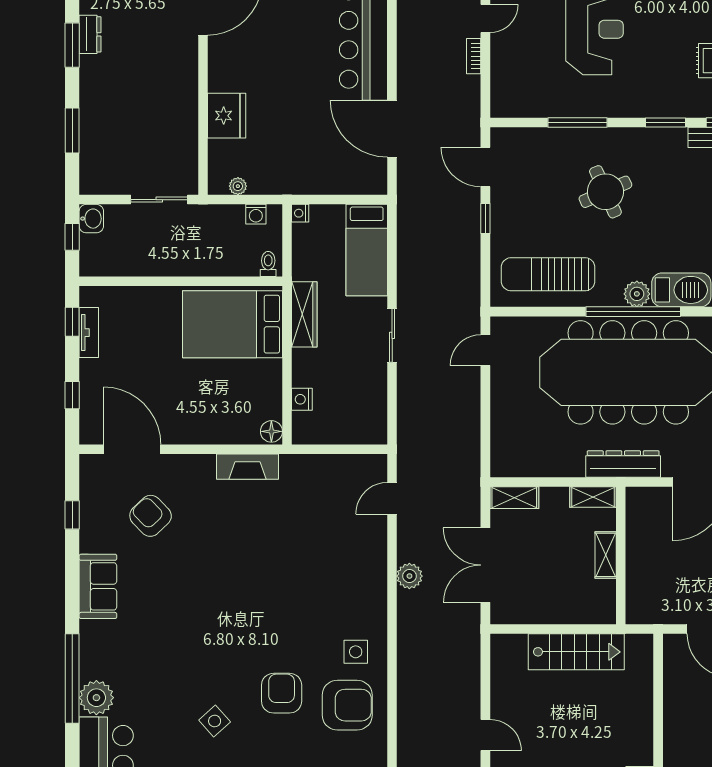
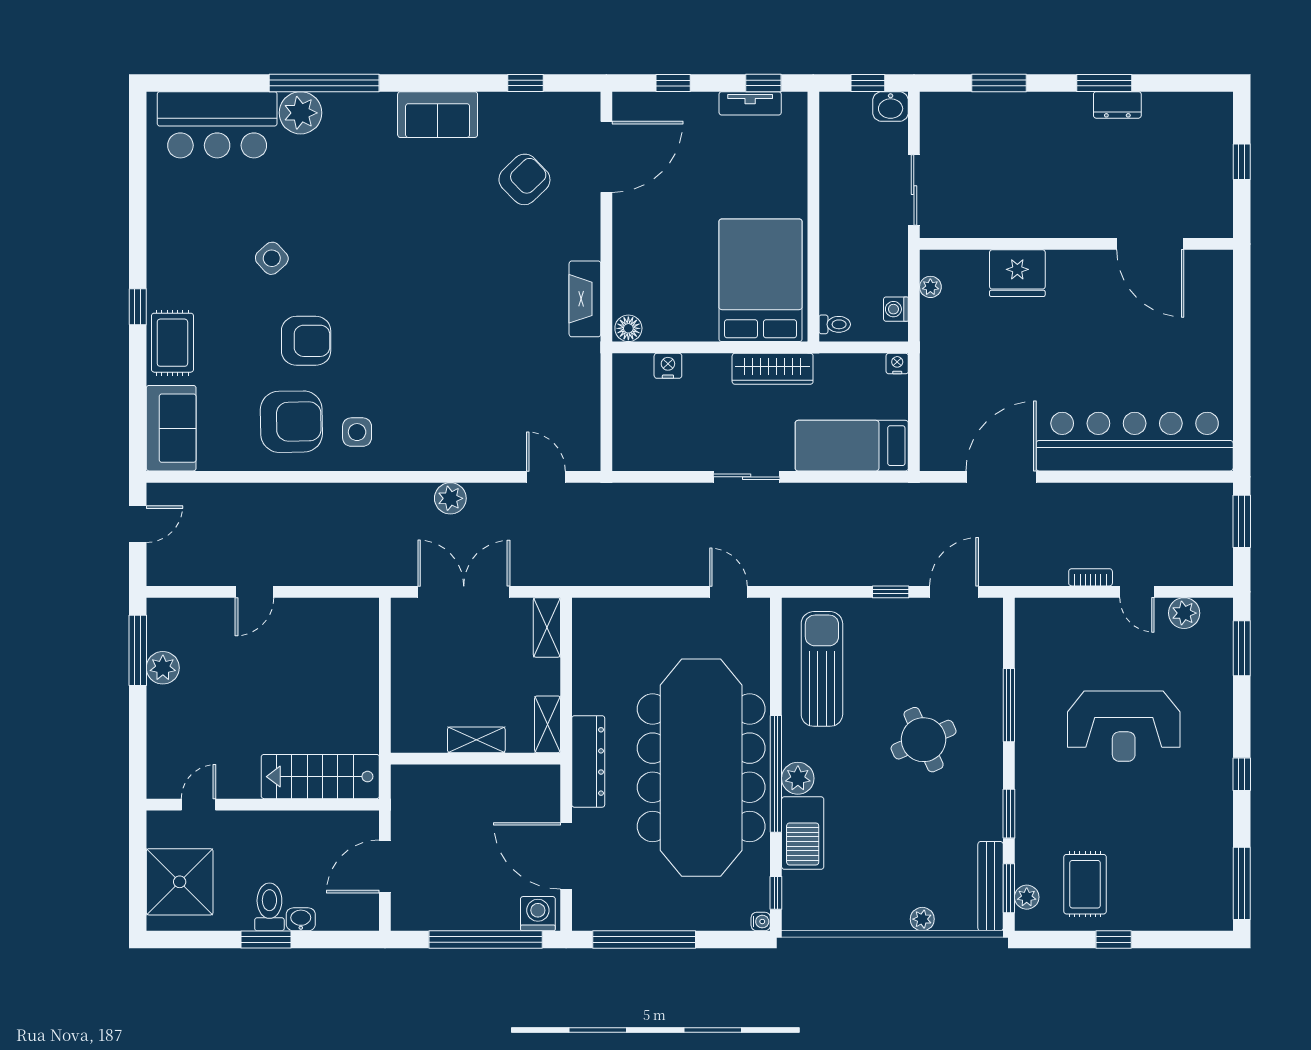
stairs: (576, 652) -> (320, 777), moved, turned 90
armchair: (347, 705) -> (291, 422), turned -91

